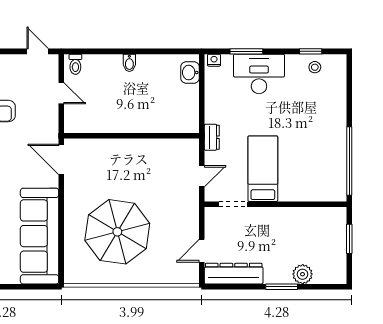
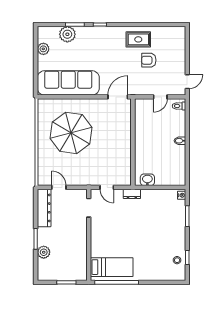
washbasin: (190, 73) -> (147, 180), moved
desk: (259, 74) -> (173, 224), removed
bed: (263, 169) -> (112, 267), moved

